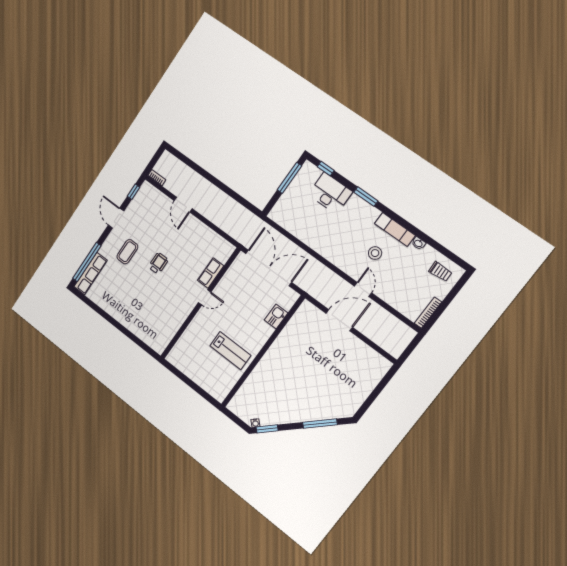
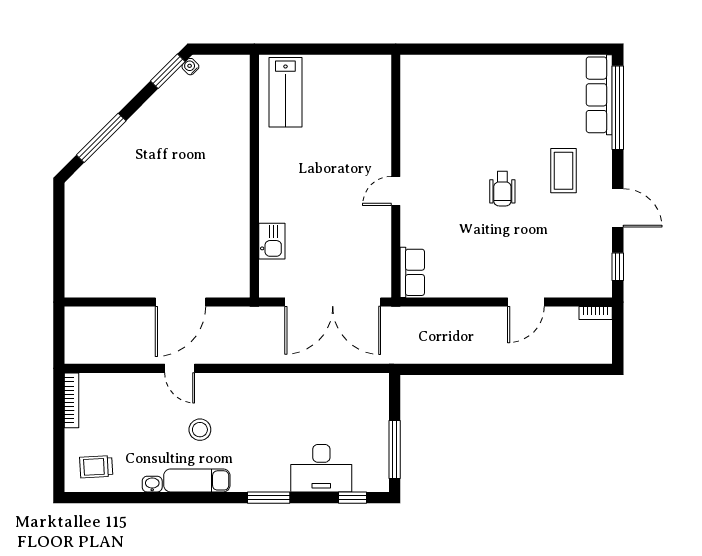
door: (183, 205) -> (526, 302), swing flipped
row of seats: (211, 273) -> (412, 272), moved
lab bench: (230, 351) -> (285, 92), moved, turned -90

